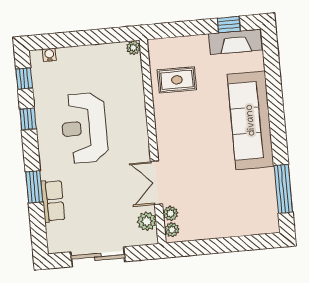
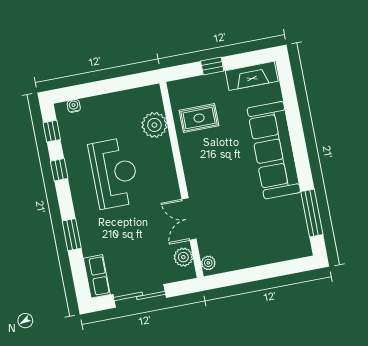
window: (229, 25) -> (212, 66), moved
plant: (133, 48) -> (154, 125), moved, width x1.87, depth x1.87
reception desk: (84, 128) -> (114, 173), turned 180
row of seats: (53, 201) -> (97, 276), moved
plant: (171, 213) -> (206, 247), removed

